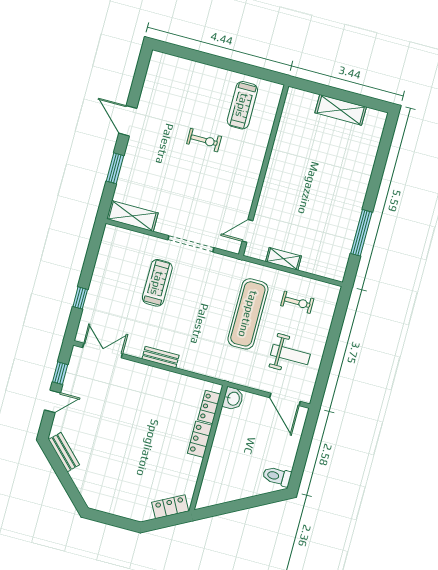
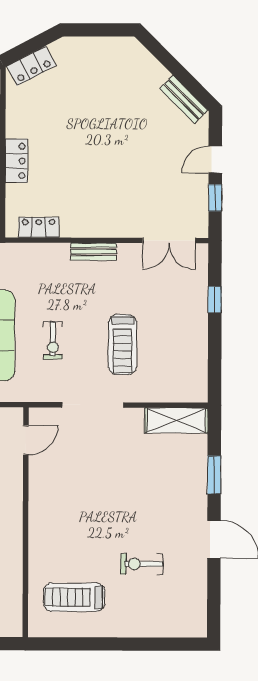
treadmill: (242, 105) -> (74, 597), turned -90
exercise bike: (204, 140) -> (142, 564), moved
exercise bike: (208, 299) -> (53, 340), added
locker: (209, 407) -> (39, 227), moved, turned -90

